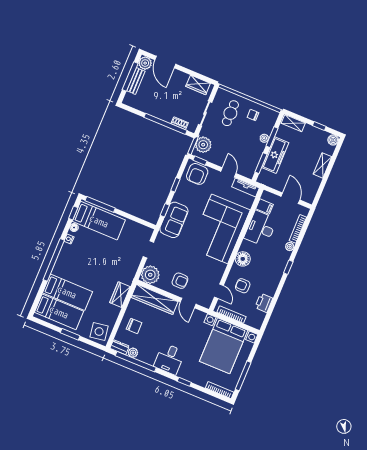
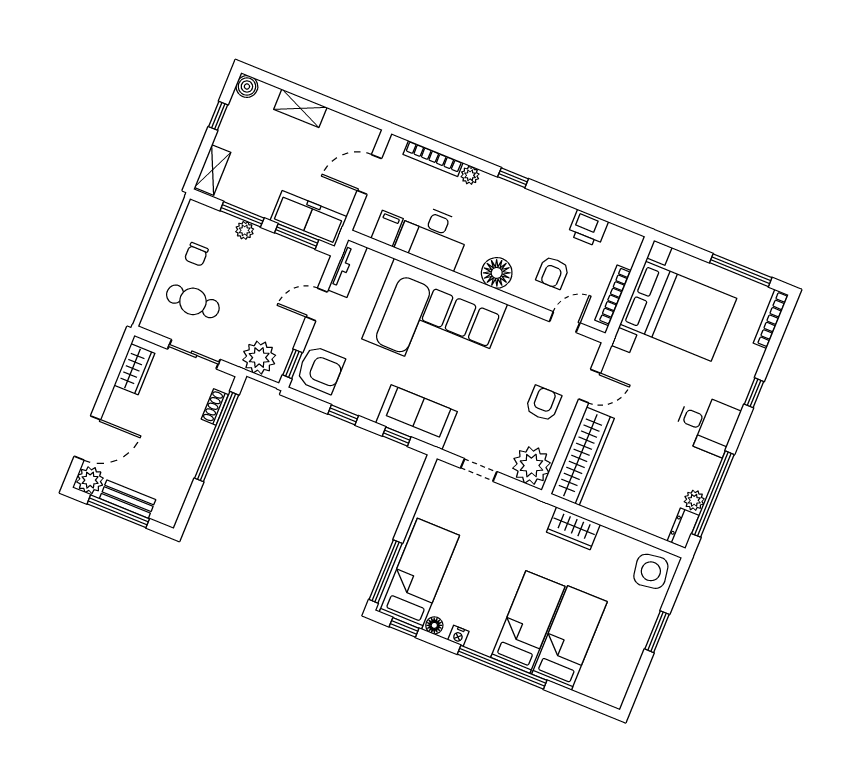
freezer: (275, 155) -> (308, 219), moved
bed: (59, 312) -> (528, 622), moved
chair: (134, 326) -> (639, 499), removed

